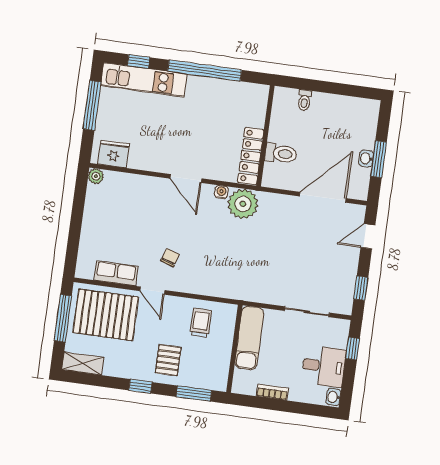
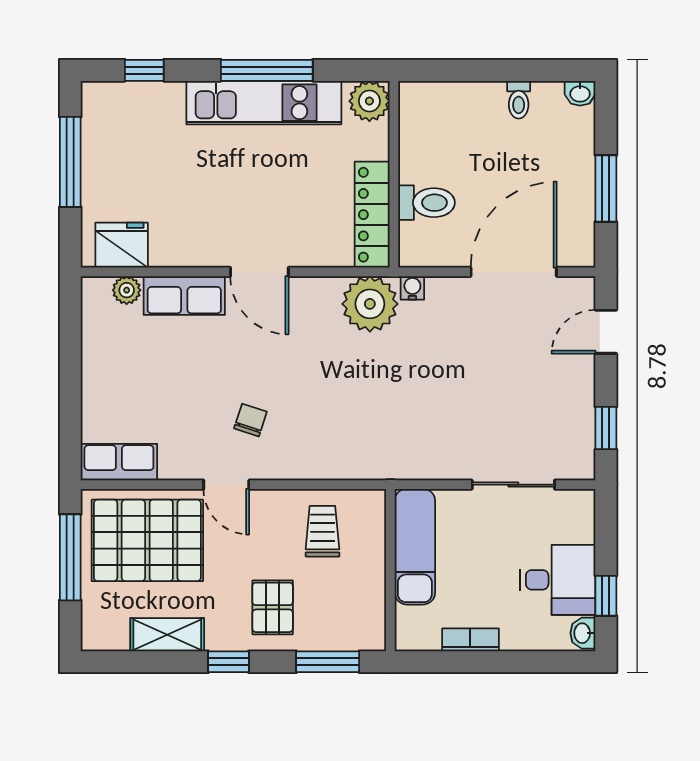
window: (205, 70) -> (267, 70), width x0.68
kitchen unit: (144, 80) -> (264, 103), moved
plant: (258, 95) -> (369, 101), added
toilet: (304, 100) -> (519, 100), moved
washbasin: (366, 158) -> (580, 93), moved, turned -90
plant: (96, 176) -> (127, 290), moved
row of seats: (144, 186) -> (184, 296), added
water cooler: (221, 192) -> (412, 288), moved
row of seats: (116, 273) -> (119, 462), moved
window: (353, 348) -> (606, 596), moved
shelving: (83, 363) -> (167, 635), moved

